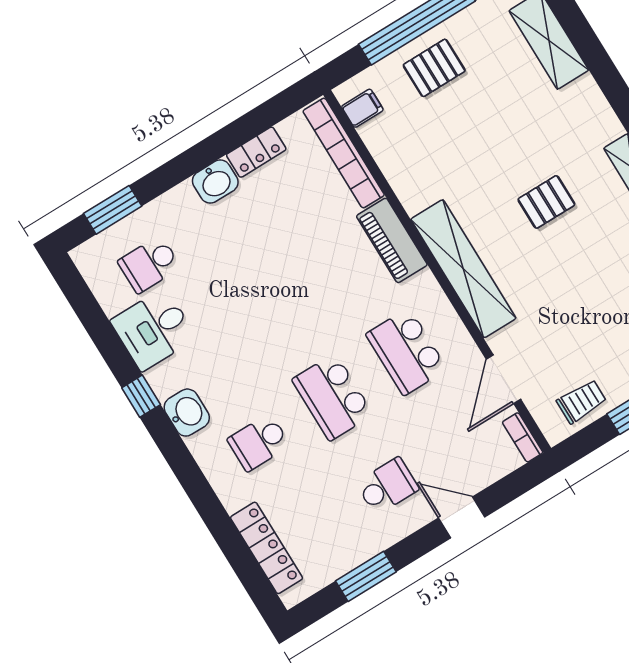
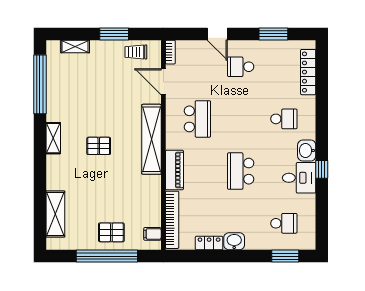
desk: (153, 329) -> (299, 178), moved
door: (504, 379) -> (163, 82), swing flipped
school desk: (333, 397) -> (241, 171), moved, turned 180

